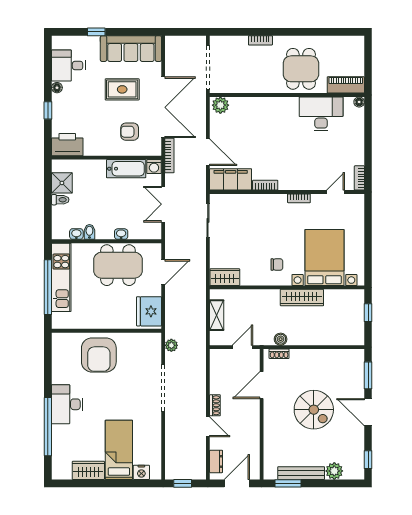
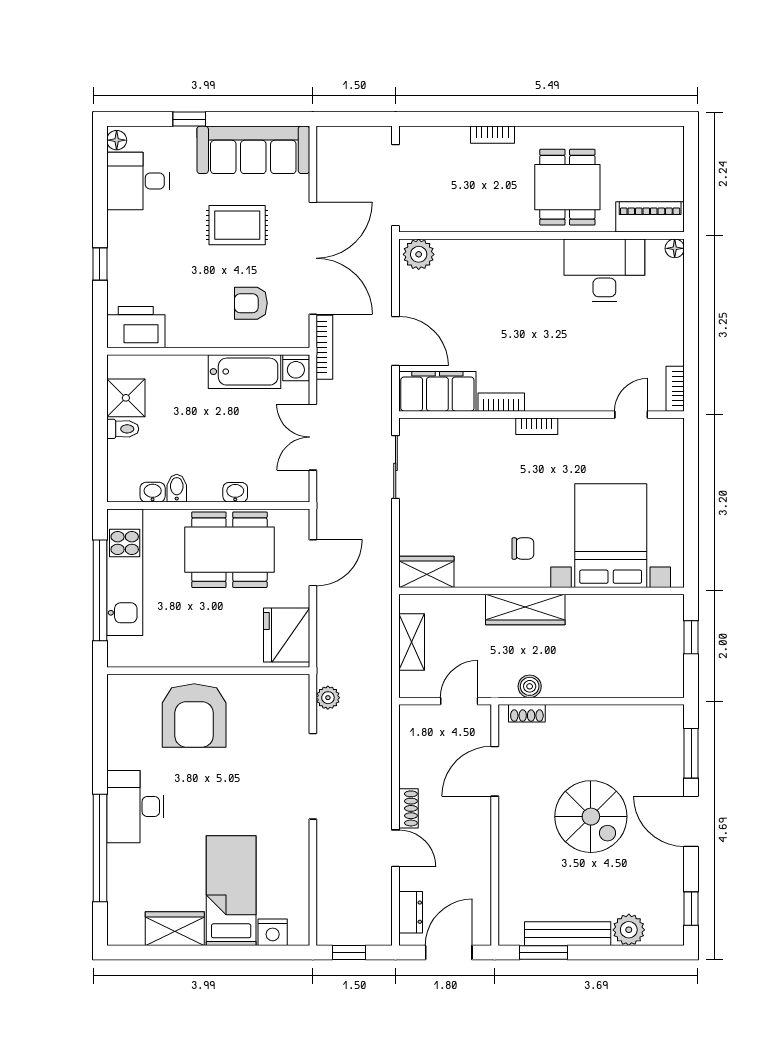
floor lamp: (57, 88) -> (117, 140), moved
bookcase: (299, 198) -> (537, 426), moved
wardrobe: (302, 298) -> (525, 610), moved

